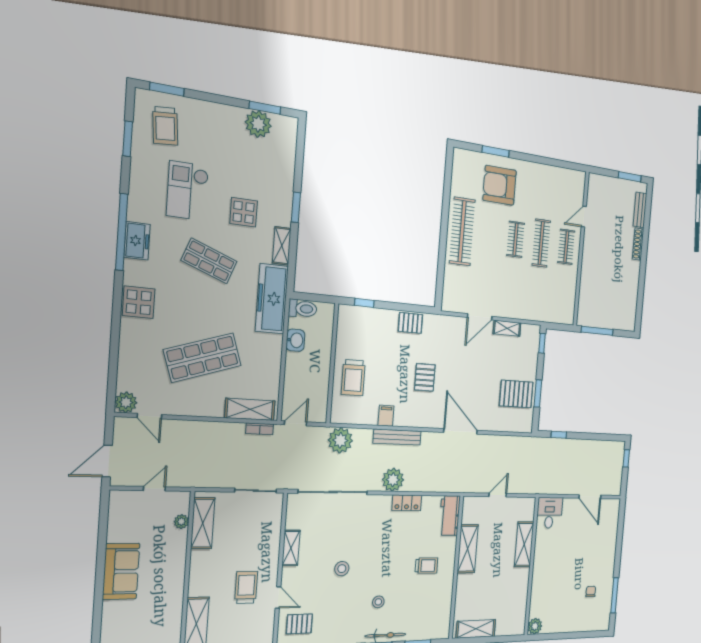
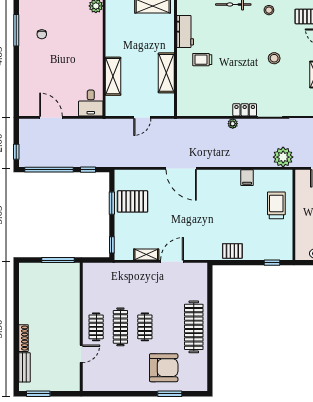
pallet: (425, 377) -> (216, 210), removed
bench: (397, 437) -> (236, 161), removed
window: (597, 437) -> (49, 170), added
plant: (393, 480) -> (233, 124), width x0.53, depth x0.53
locker: (407, 503) -> (245, 110), moved
workbench: (450, 516) -> (185, 31), moved
stool: (378, 602) -> (269, 10), moved

